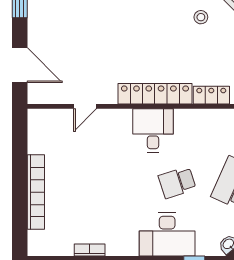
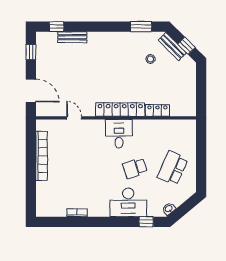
door: (85, 106) -> (74, 118), swing flipped
bookcase: (36, 192) -> (42, 156), moved

